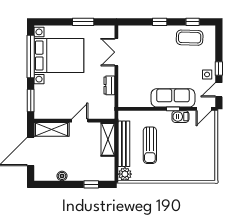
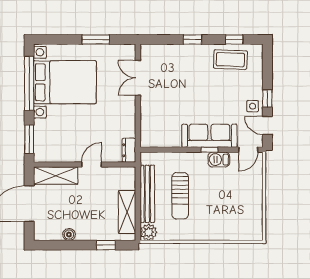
dresser: (109, 85) -> (129, 150), moved
door: (219, 90) -> (267, 126), hinge flipped
shelving: (108, 139) -> (127, 212), moved

